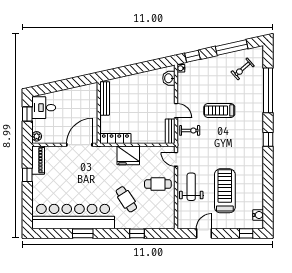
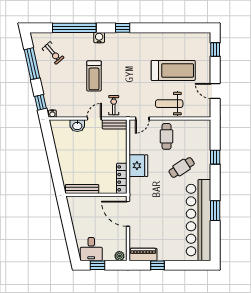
washbasin: (169, 78) -> (77, 126), moved
treadmill: (225, 191) -> (173, 70), turned 180
water cooler: (258, 215) -> (99, 38), moved

